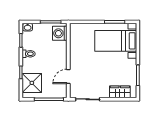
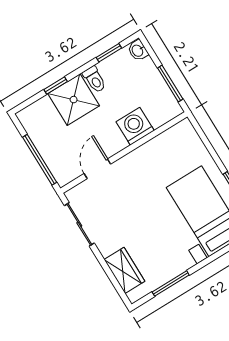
washing machine: (60, 33) -> (135, 126), moved
door: (68, 76) -> (97, 169), hinge flipped
shower: (32, 83) -> (74, 100), moved

